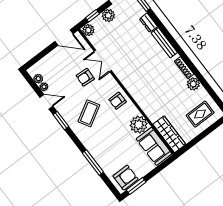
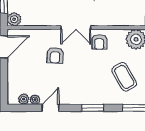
double door: (103, 61) -> (76, 28), moved
coffee table: (89, 113) -> (124, 77), moved
window: (61, 121) -> (93, 108), moved

